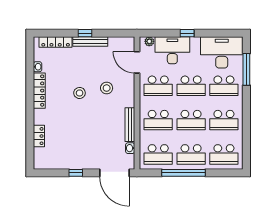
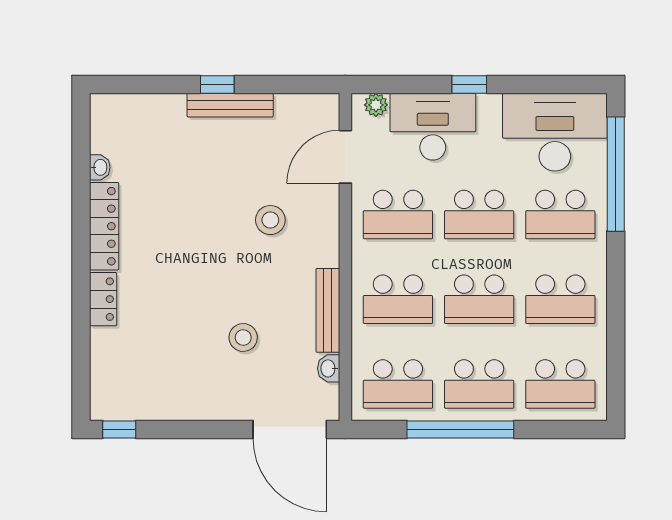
locker: (56, 42) -> (144, 106), removed
door: (137, 62) -> (345, 157), hinge flipped
window: (246, 69) -> (616, 174), width x1.46
stool: (80, 93) -> (243, 337), moved
locker: (39, 136) -> (103, 299), moved
window: (76, 173) -> (119, 429), moved

